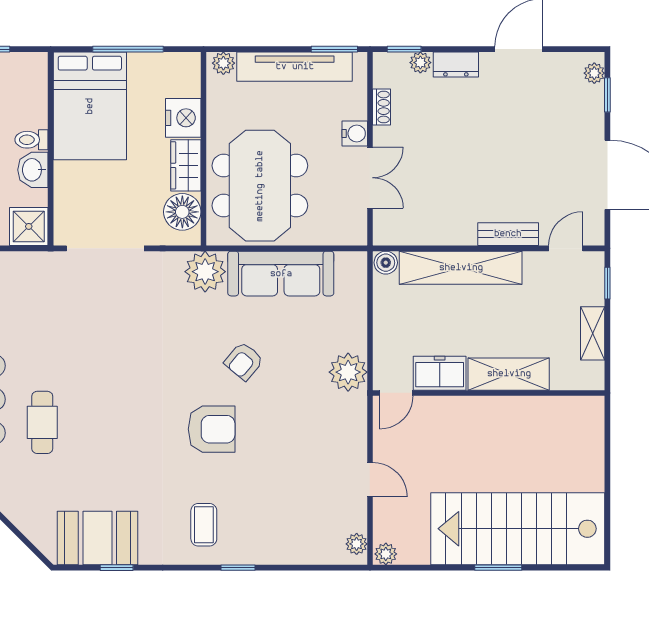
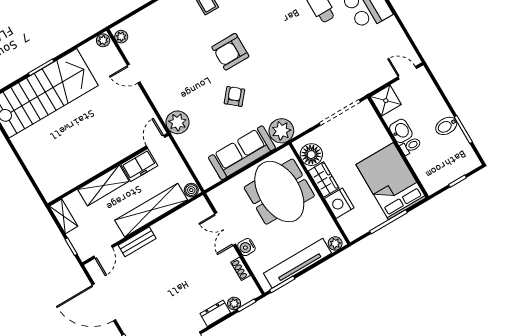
freezer: (440, 373) -> (139, 165), moved
shelving: (509, 374) -> (103, 185), moved
door: (396, 393) -> (156, 142), moved
wall: (489, 393) -> (108, 170), moved

